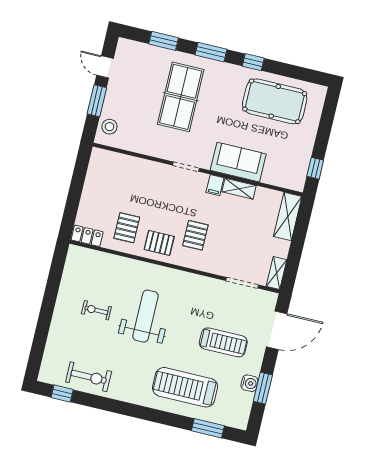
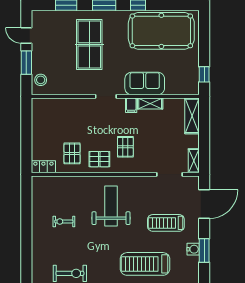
pool table: (275, 101) -> (161, 31), width x1.36, depth x1.32
weight bench: (146, 316) -> (111, 206), moved
treadmill: (223, 342) -> (166, 223), turned 180

